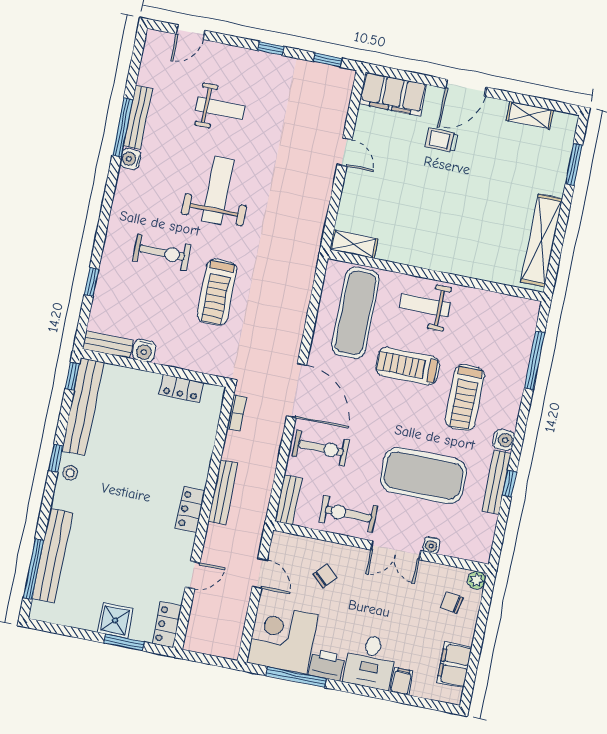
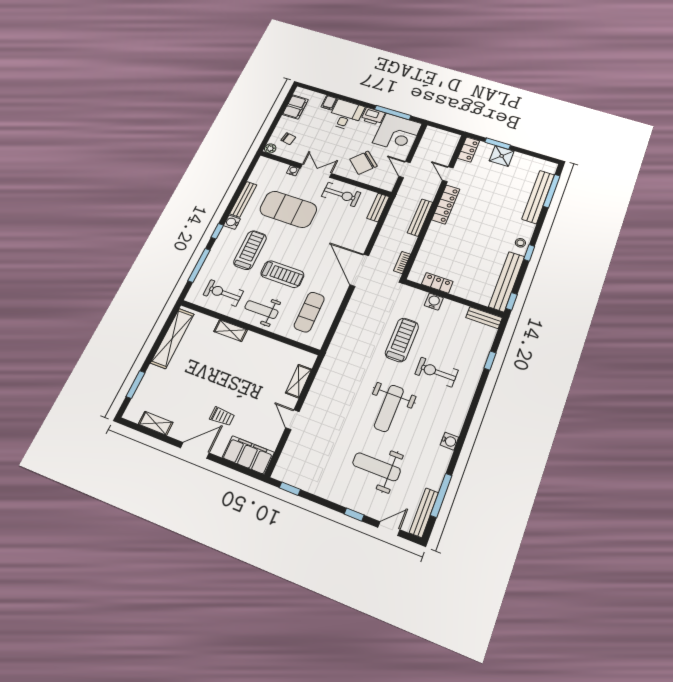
window: (271, 48) -> (354, 515), moved
weight bench: (220, 108) -> (376, 467), width x1.36, depth x1.33
bench: (138, 117) -> (424, 513), moved
window: (122, 127) -> (441, 495), moved
shelving: (354, 244) -> (299, 381), moved, turned 90
shelving: (461, 266) -> (231, 331), added
weight bench: (425, 305) -> (261, 310), turned 180
exercise mat: (356, 313) -> (309, 312), width x0.73, depth x0.69
water cooler: (144, 351) -> (434, 302), moved
exercise bike: (321, 448) -> (223, 293), moved
window: (510, 483) -> (217, 231), moved
locker: (190, 510) -> (446, 204), width x1.53
door: (193, 575) -> (448, 174), hinge flipped
chair: (325, 576) -> (363, 163), width x1.87, depth x1.87

